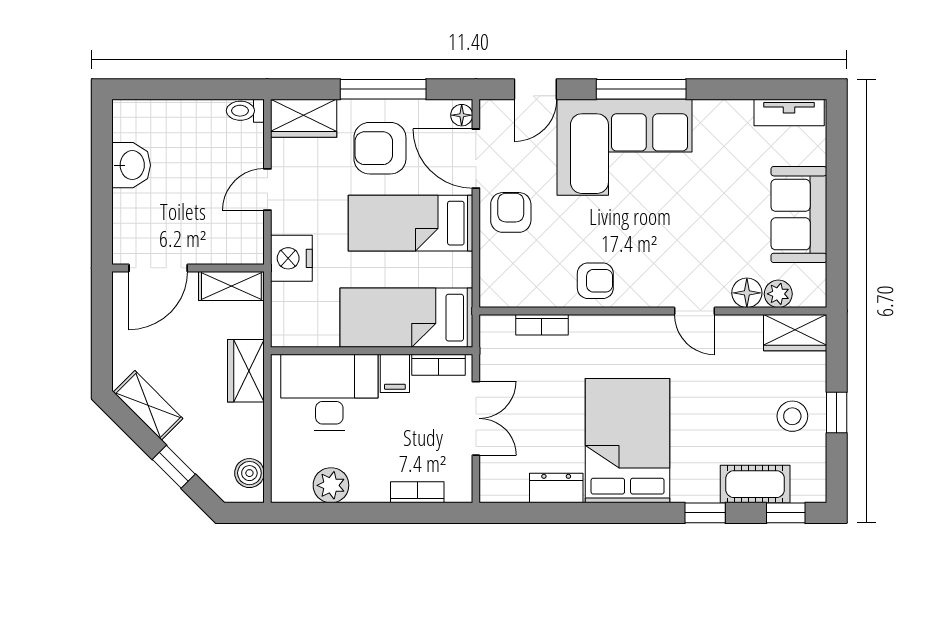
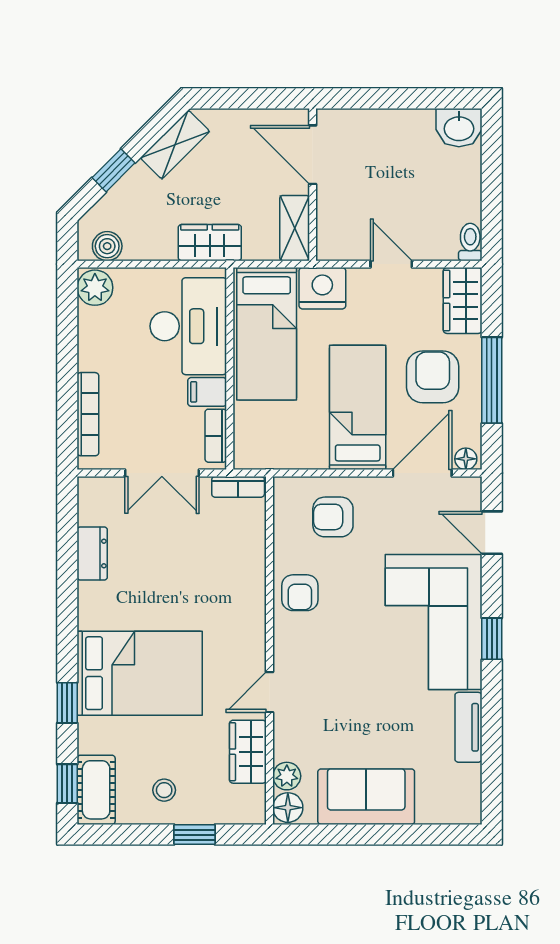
window: (641, 89) -> (492, 639), width x0.46
tv unit: (789, 113) -> (468, 727), moved
washbasin: (131, 165) -> (459, 128), moved
armchair: (511, 212) -> (333, 517), moved, turned 180
floor lamp: (747, 293) -> (288, 808), moved
bed: (406, 318) -> (267, 334), moved, turned 180
bookcase: (542, 325) -> (238, 487), moved, turned -90
wardrobe: (795, 333) -> (248, 752), moved
window: (837, 413) -> (194, 835), moved
stool: (792, 416) -> (164, 790), width x0.73, depth x0.73
bed: (628, 441) -> (140, 673), moved
cot: (755, 484) -> (96, 790), moved
plant: (331, 485) -> (95, 288), moved
bookcase: (417, 492) -> (88, 414), width x1.56

